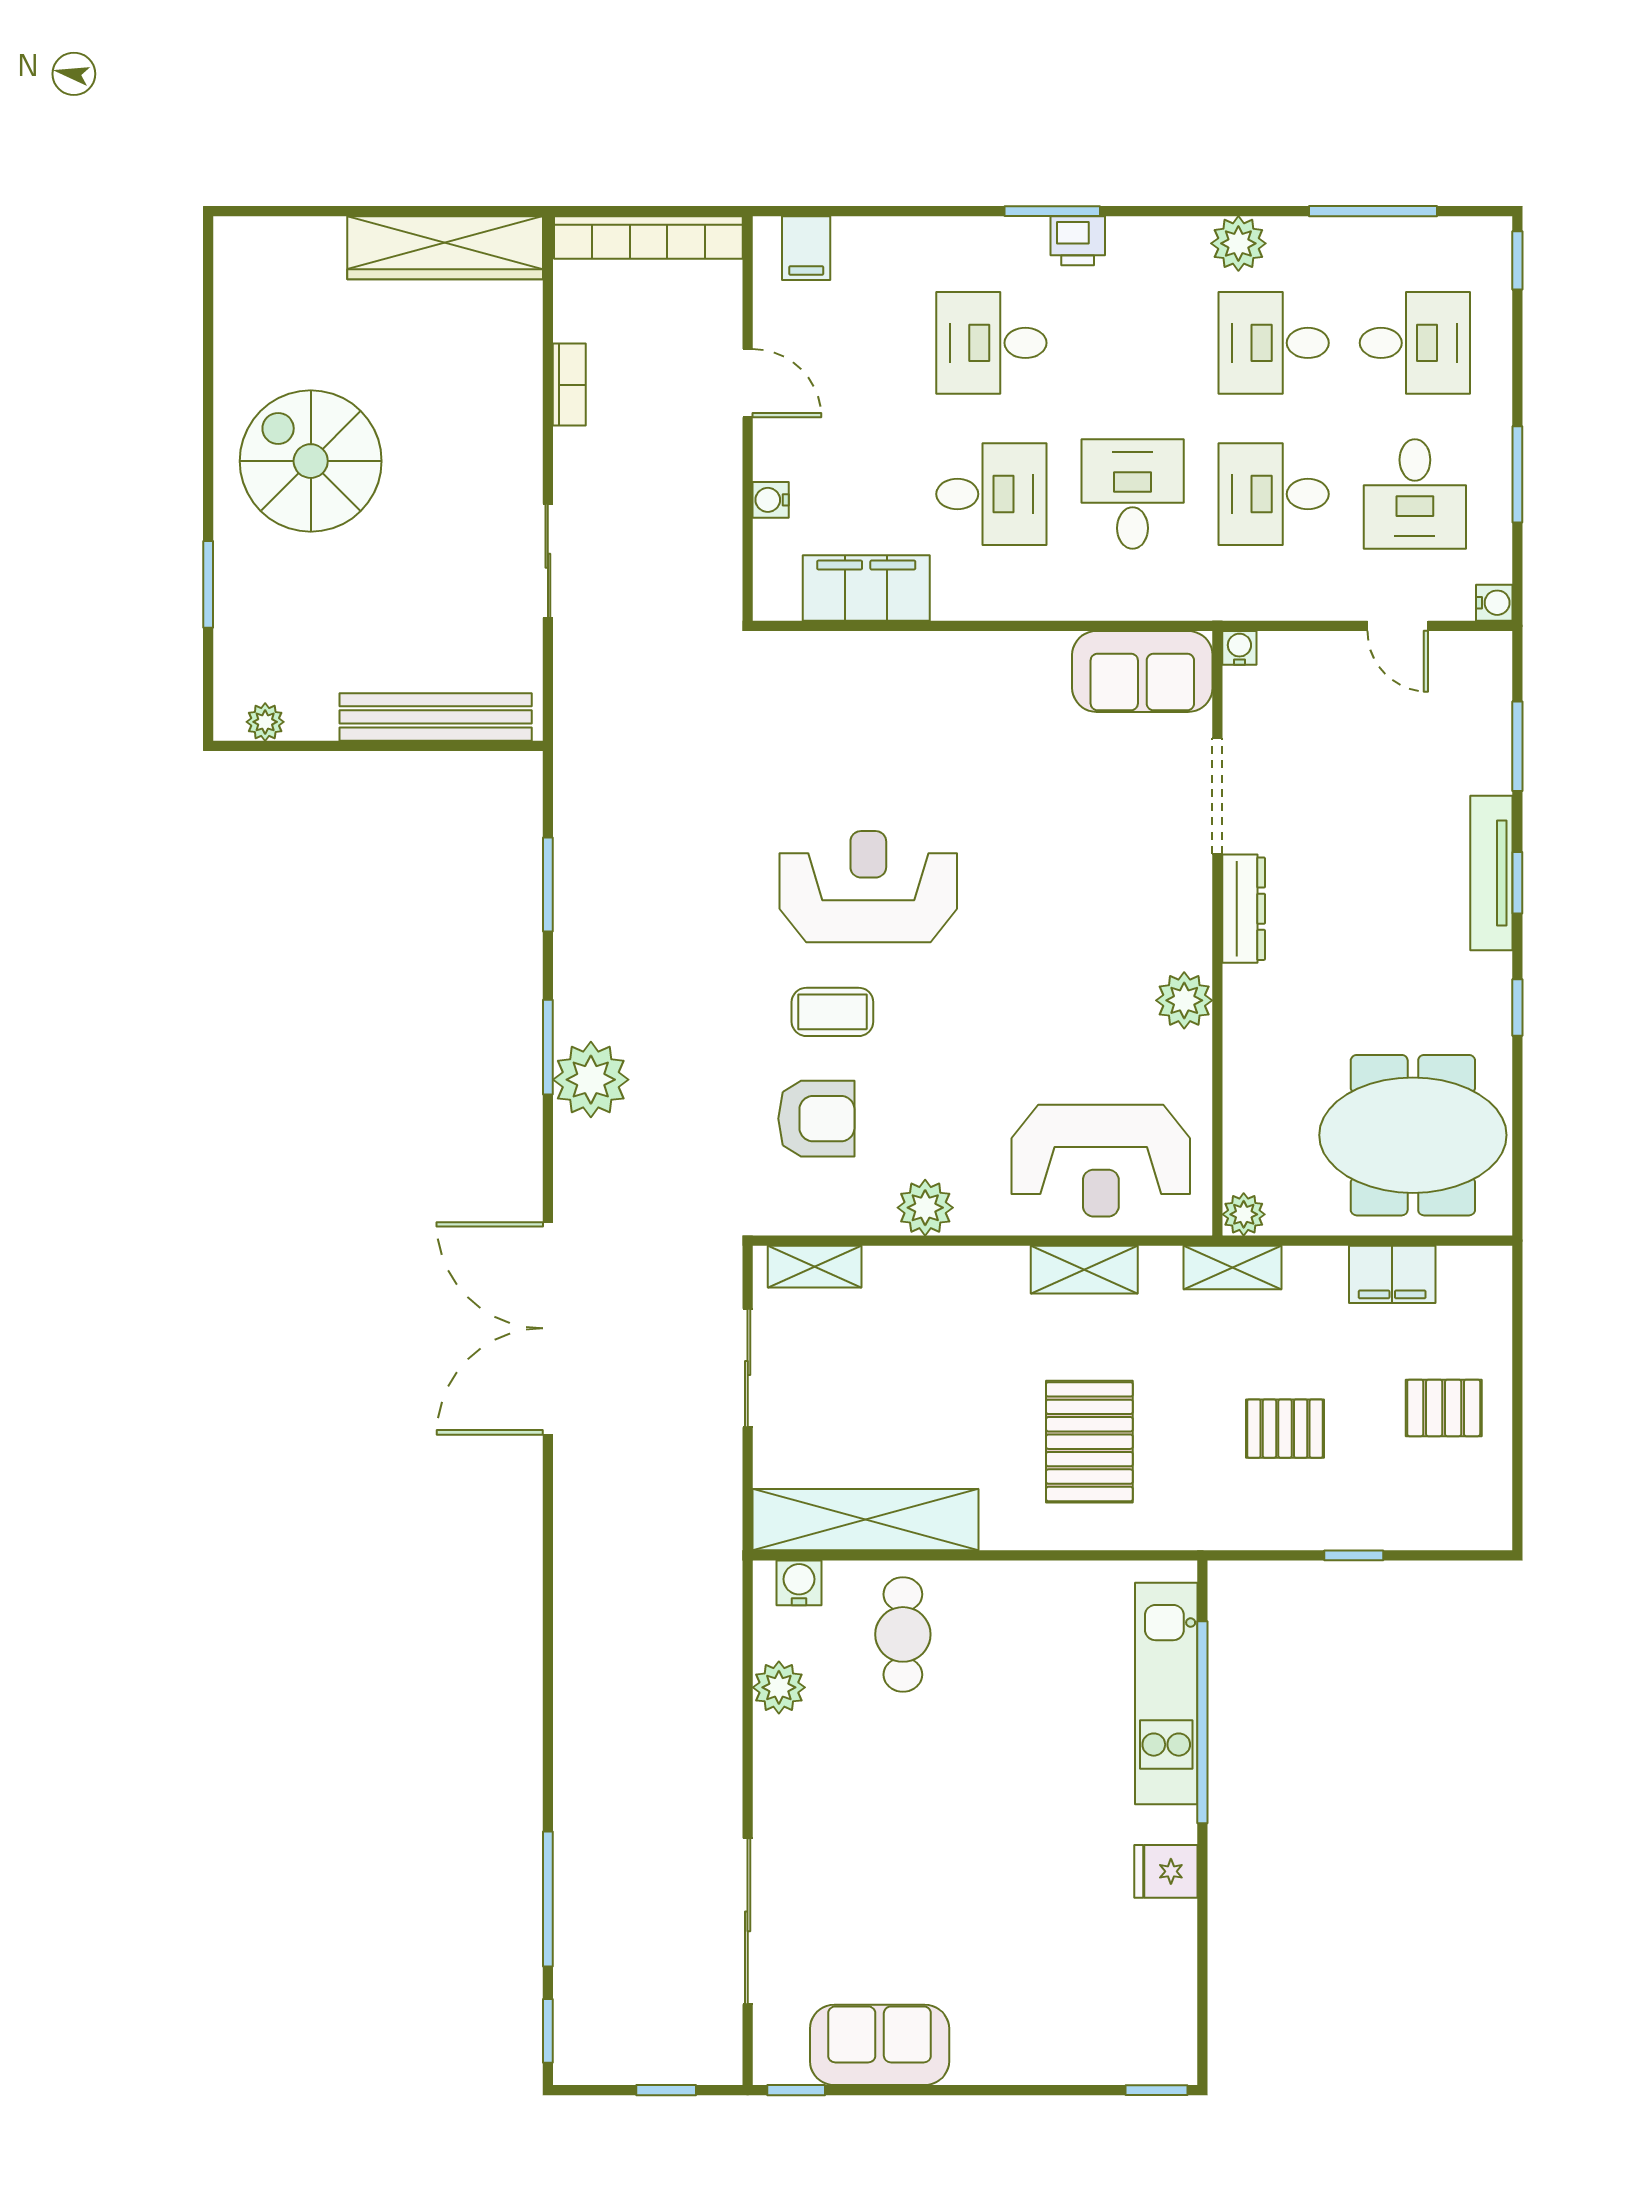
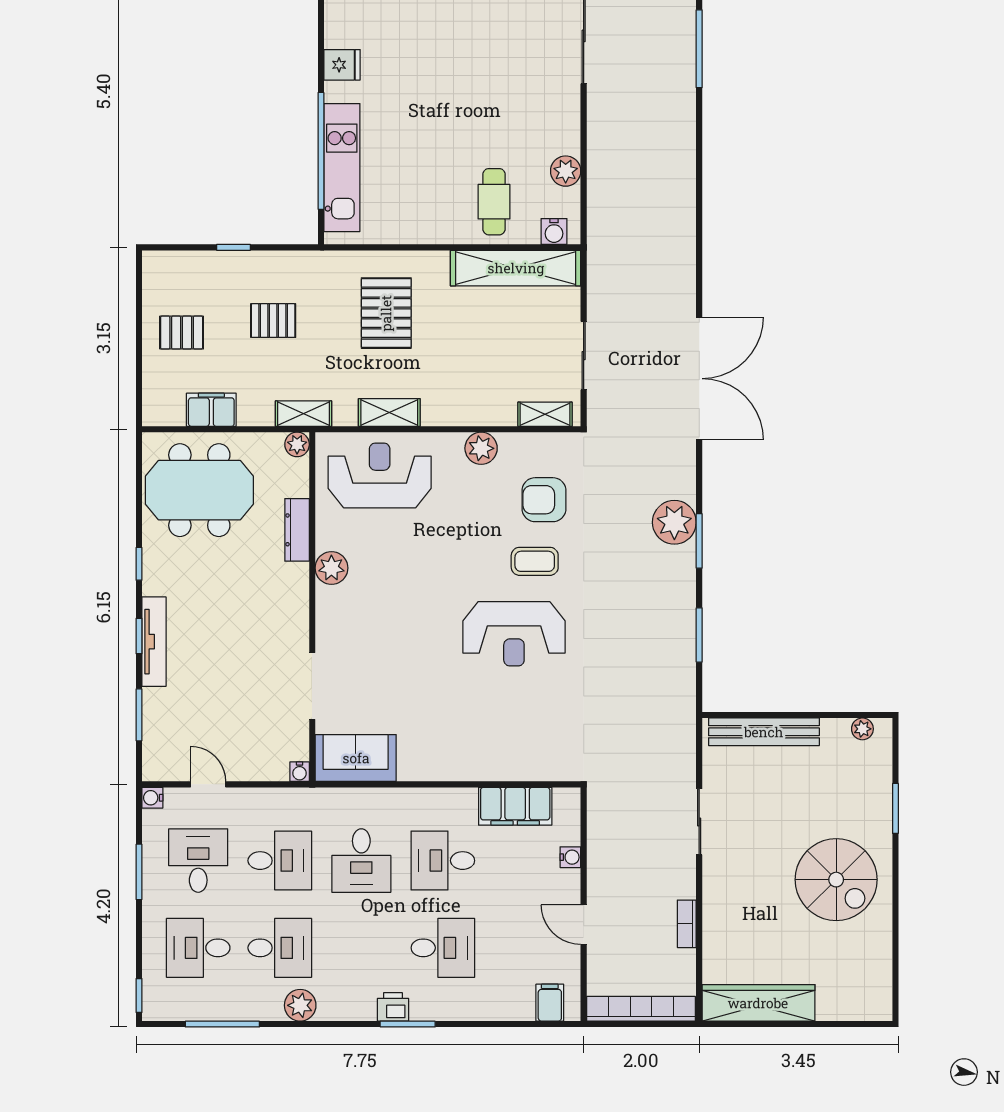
dresser: (1244, 909) -> (297, 530), moved

